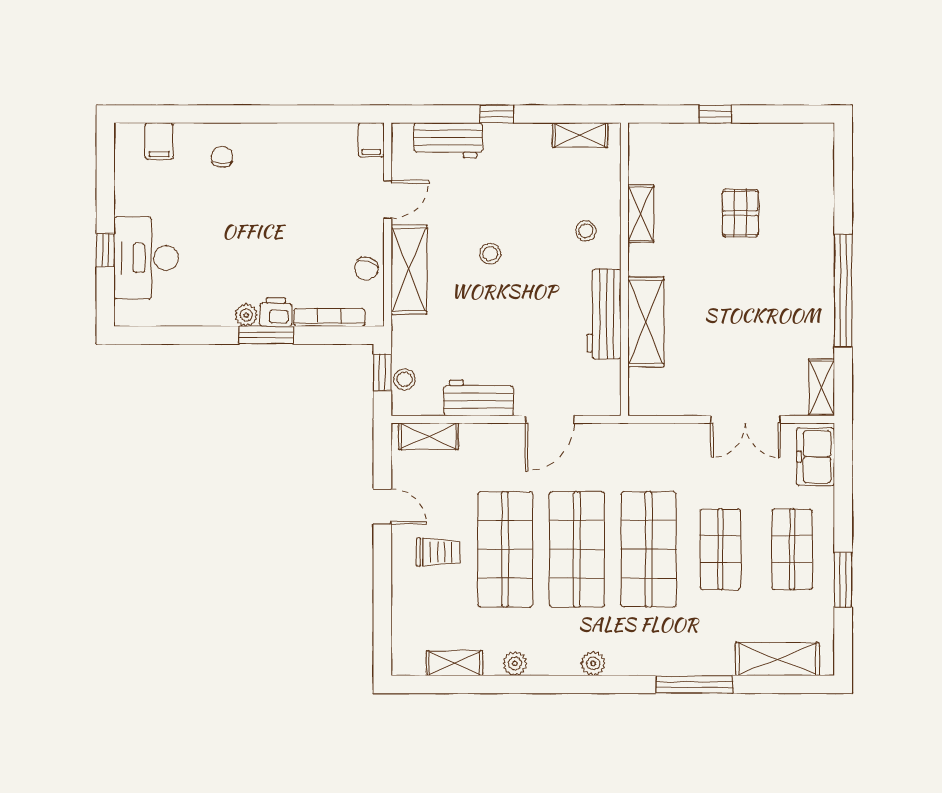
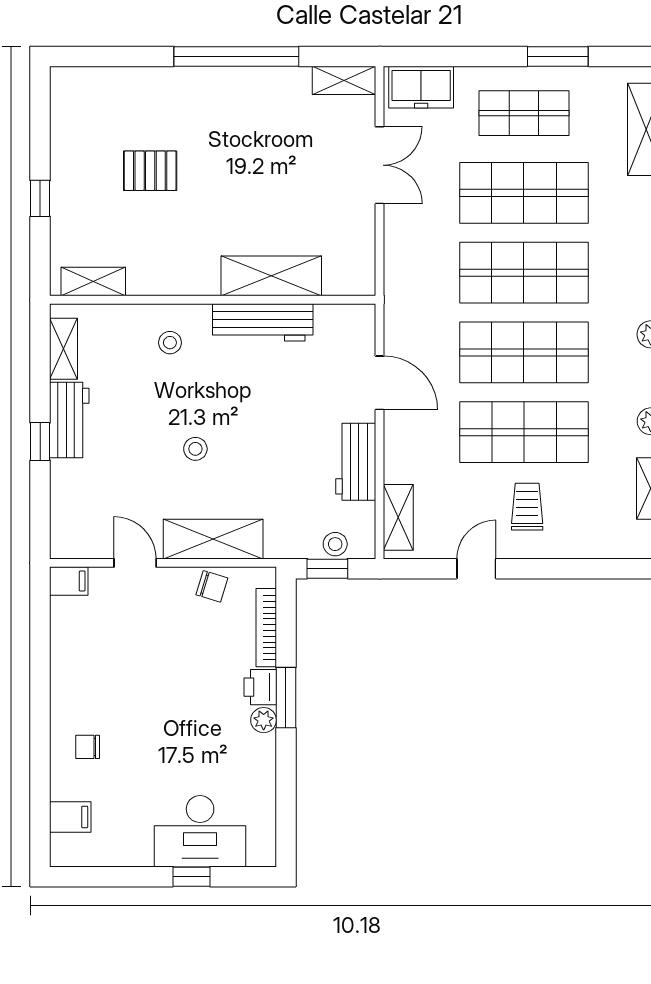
workbench: (448, 140) -> (69, 420), moved
shelving: (641, 214) -> (93, 281), moved
shop shelf: (720, 549) -> (524, 193), width x1.43, depth x1.36

